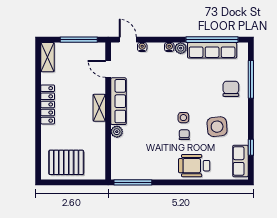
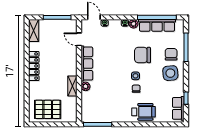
chair: (193, 90) -> (142, 55), added
shelving: (99, 108) -> (72, 86), moved
side table: (217, 127) -> (170, 73), moved
wheelchair: (194, 166) -> (143, 112), turned 180

